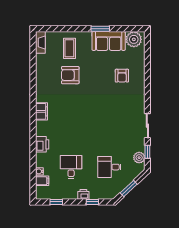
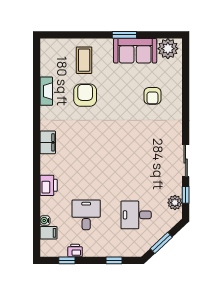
fireplace: (40, 42) -> (46, 91), moved
armchair: (70, 75) -> (85, 95), turned 90
printer: (83, 194) -> (75, 251), moved

